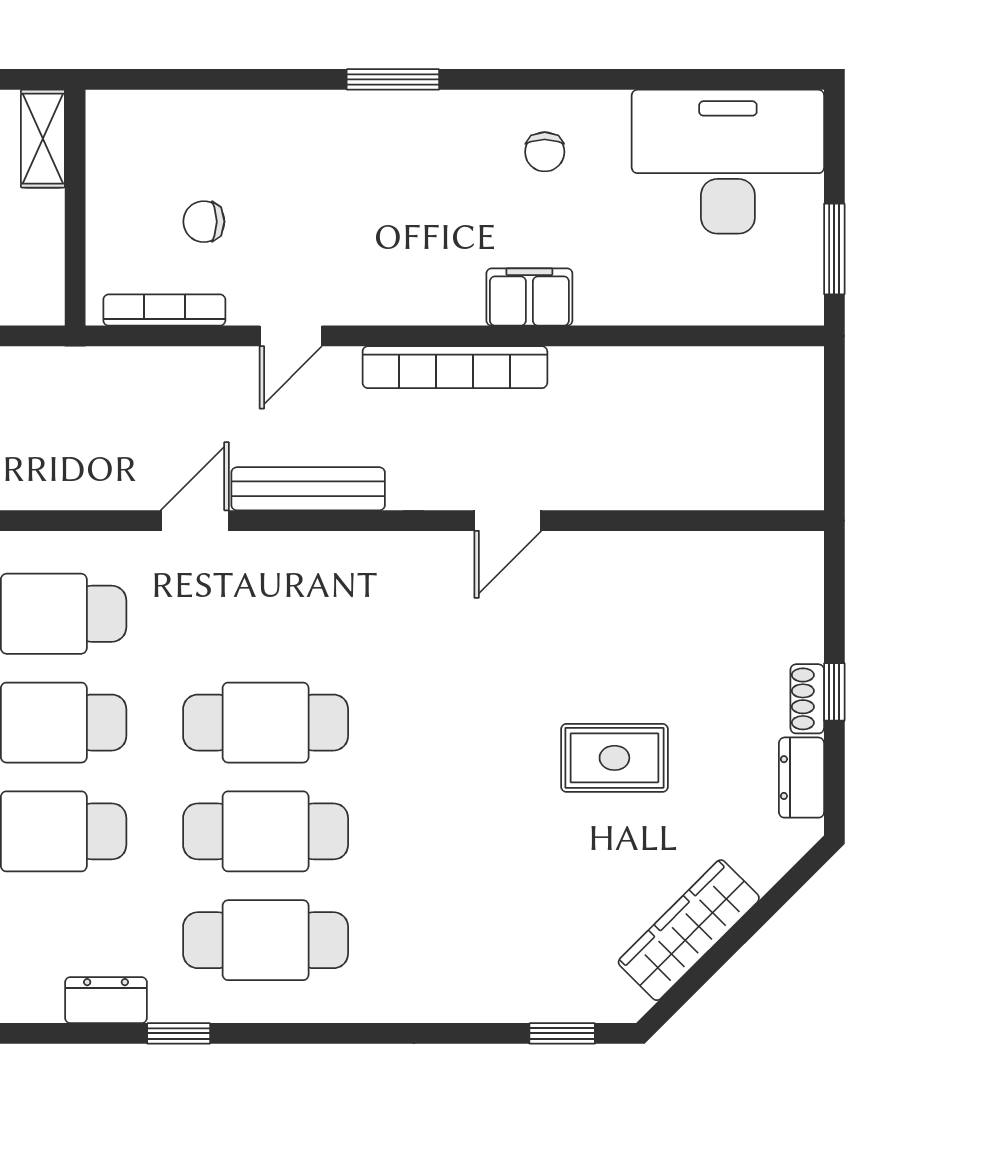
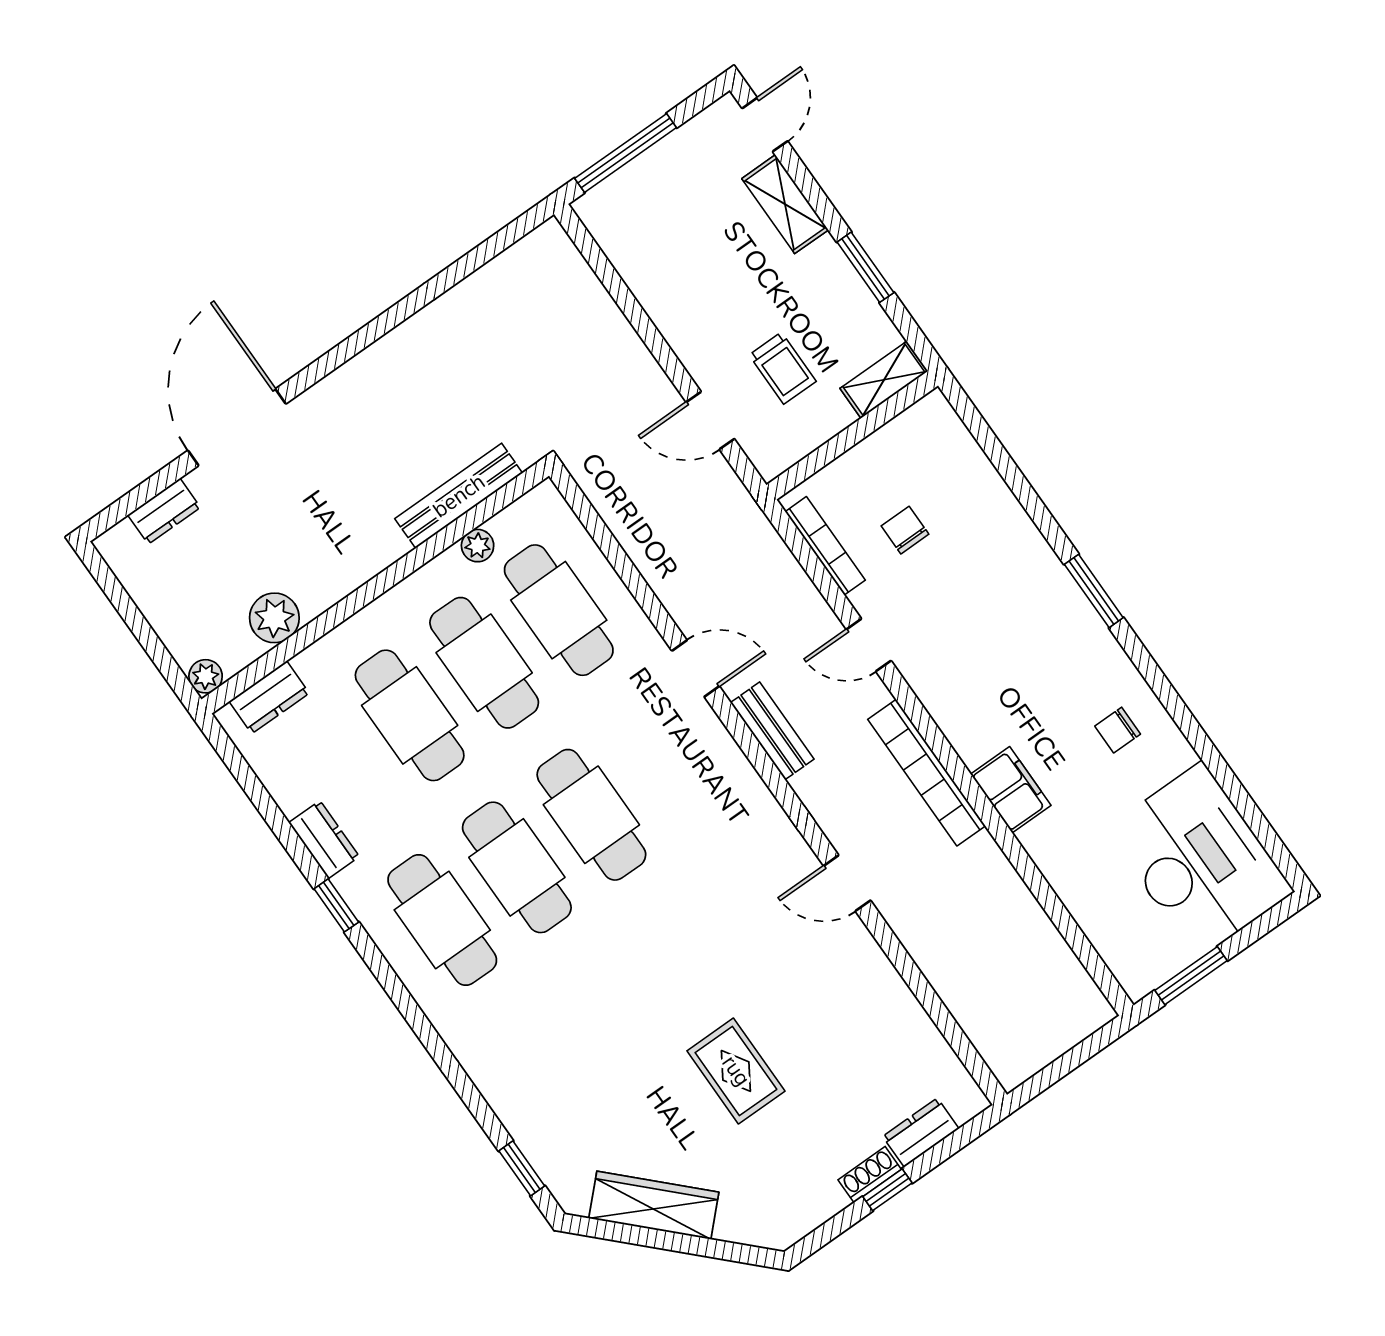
bench: (308, 489) -> (772, 731), width x0.73
dresser: (801, 778) -> (921, 1133), moved

